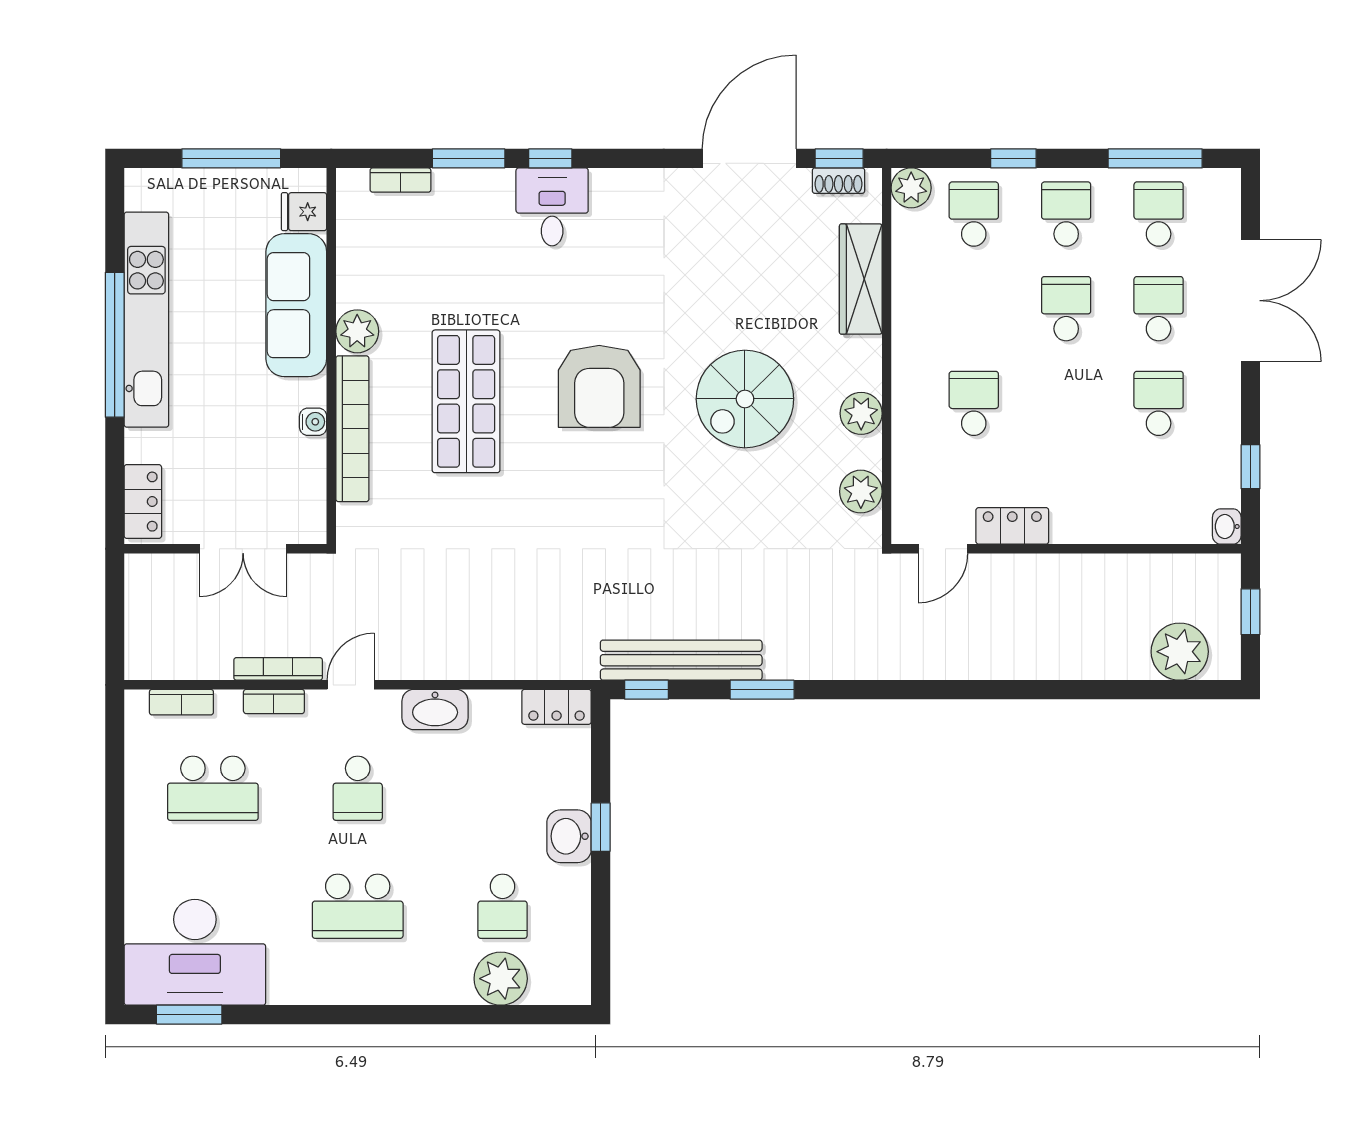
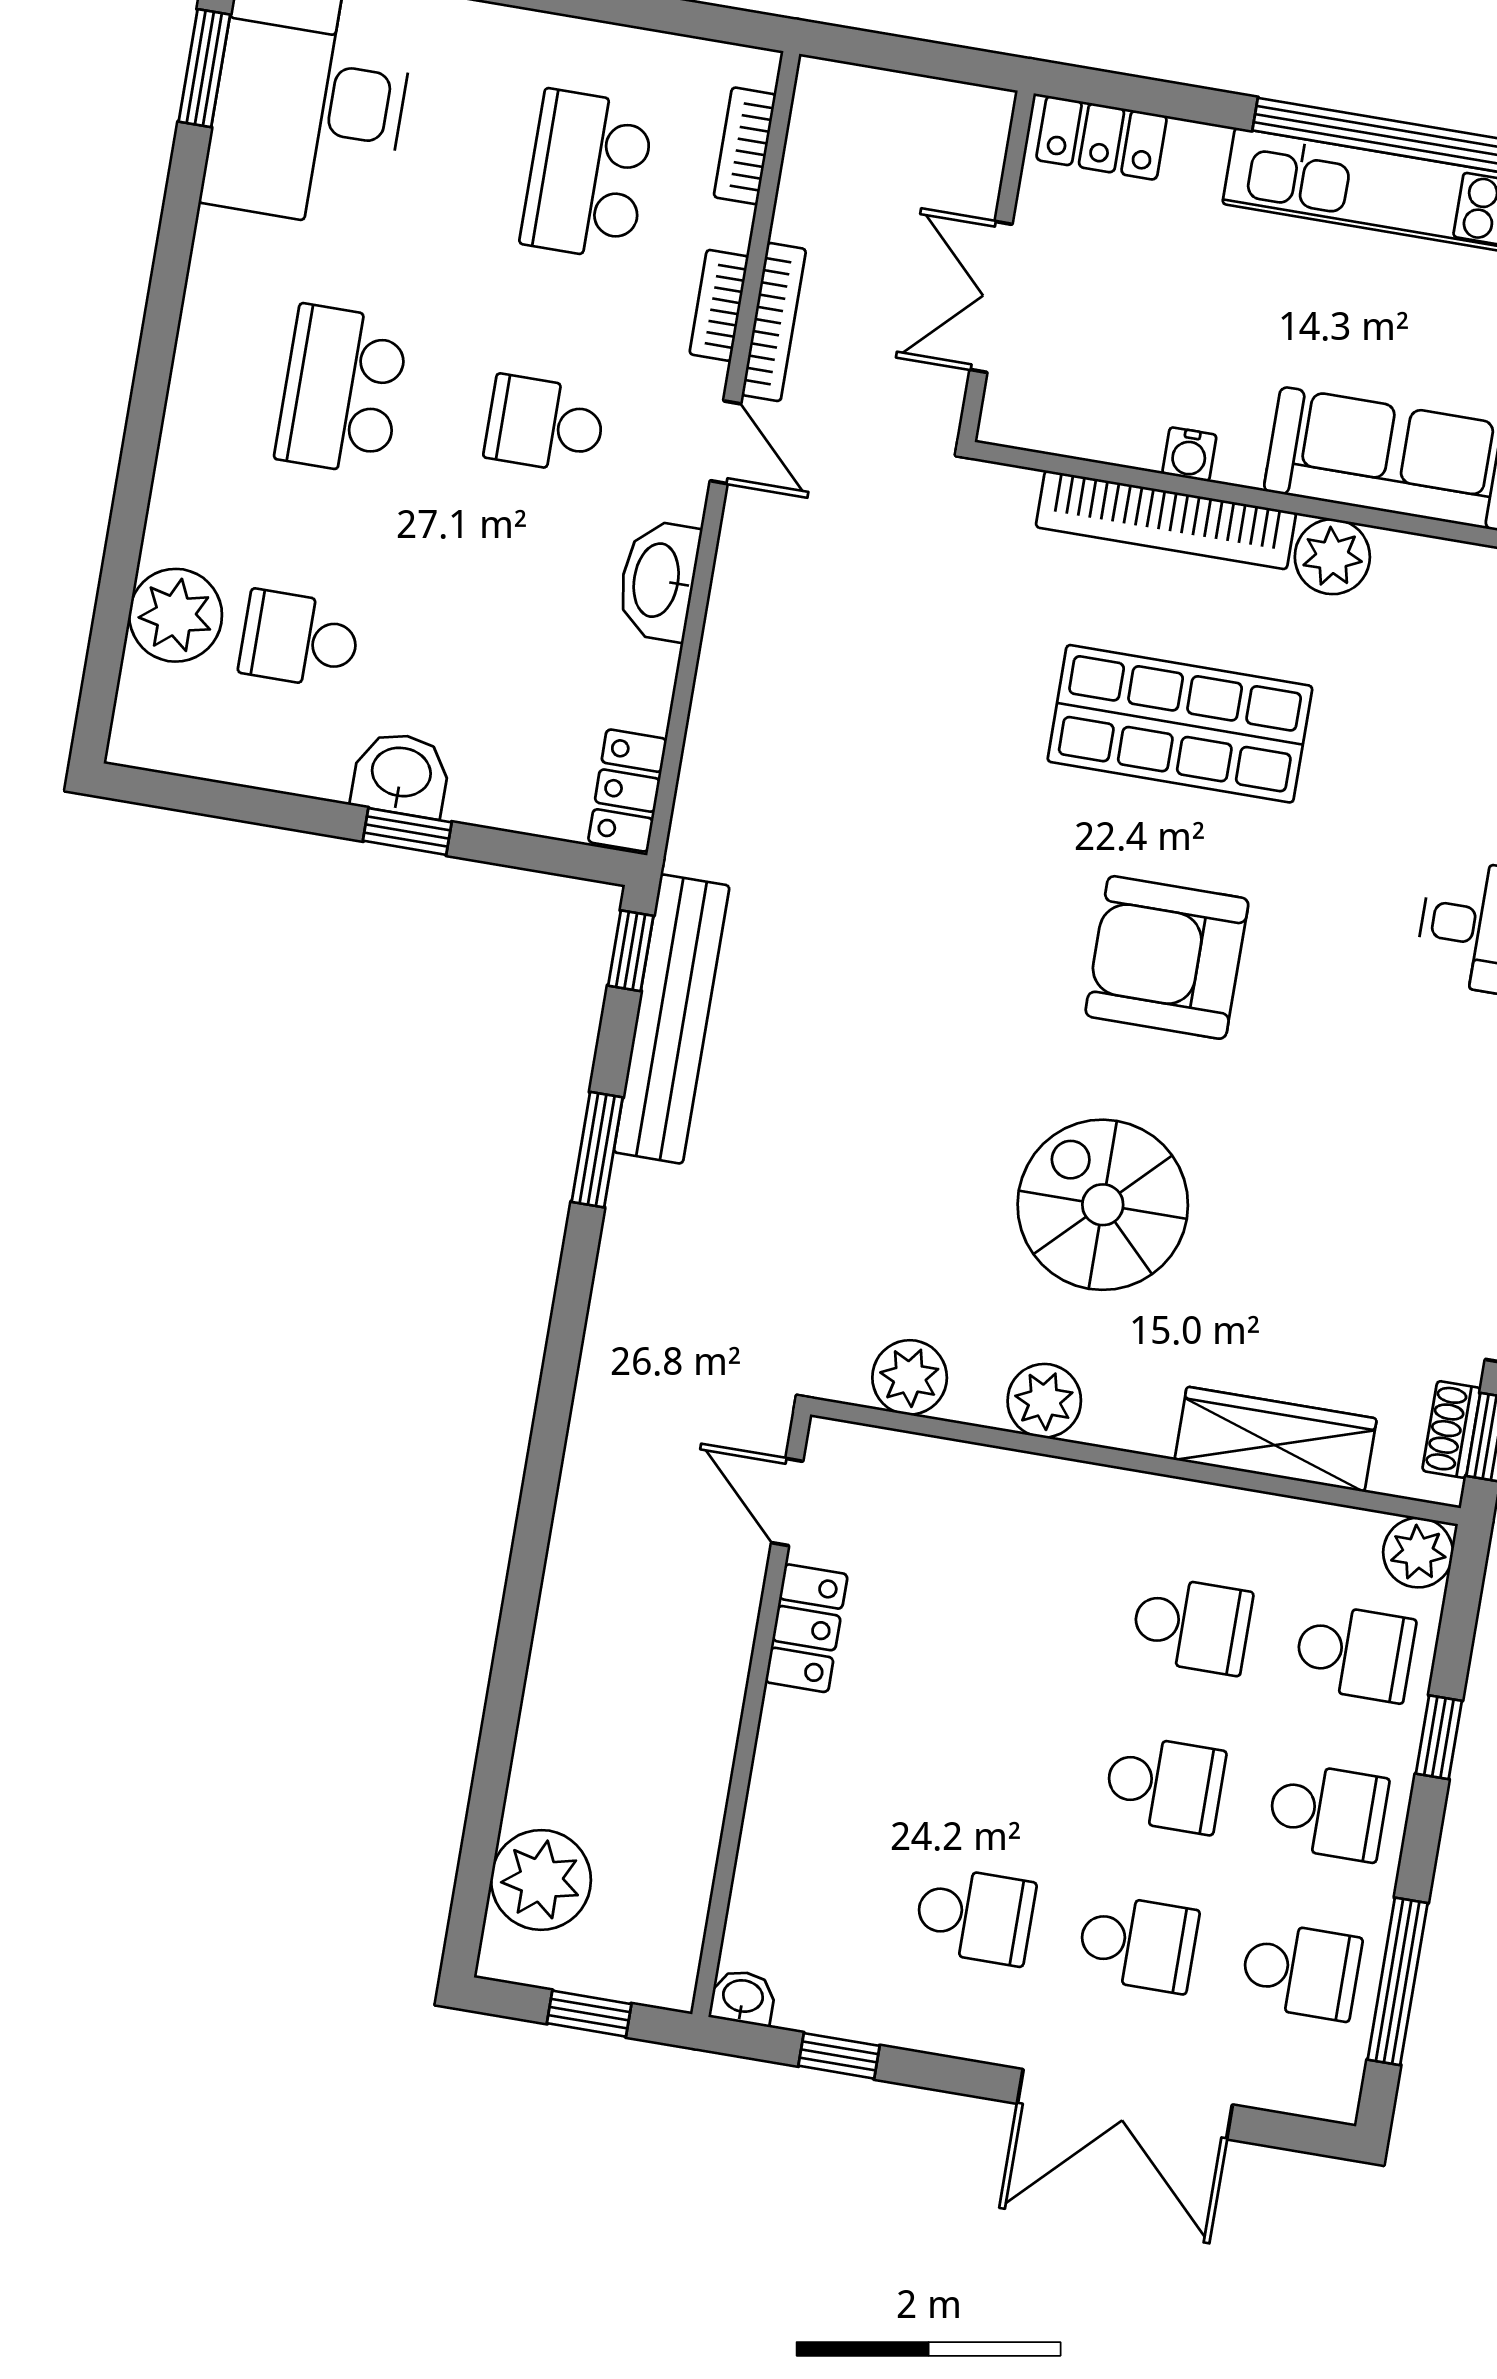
school desk: (974, 403) -> (1192, 1625), moved

